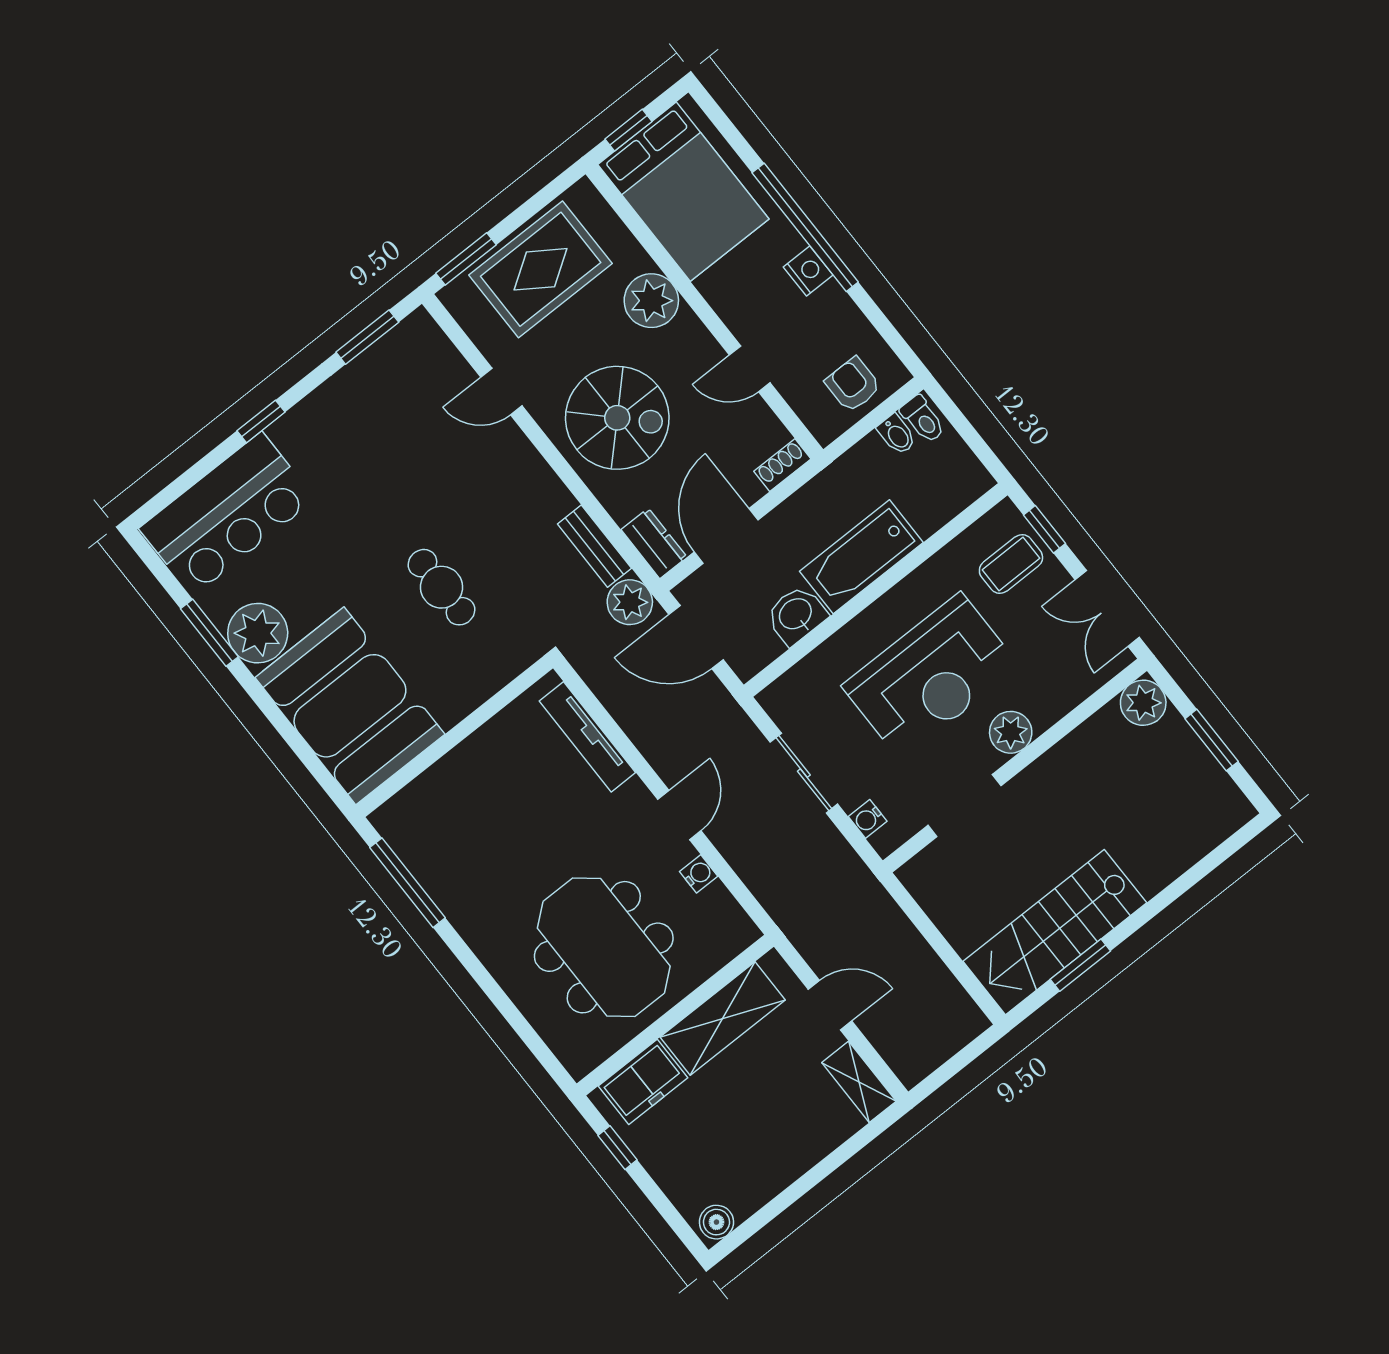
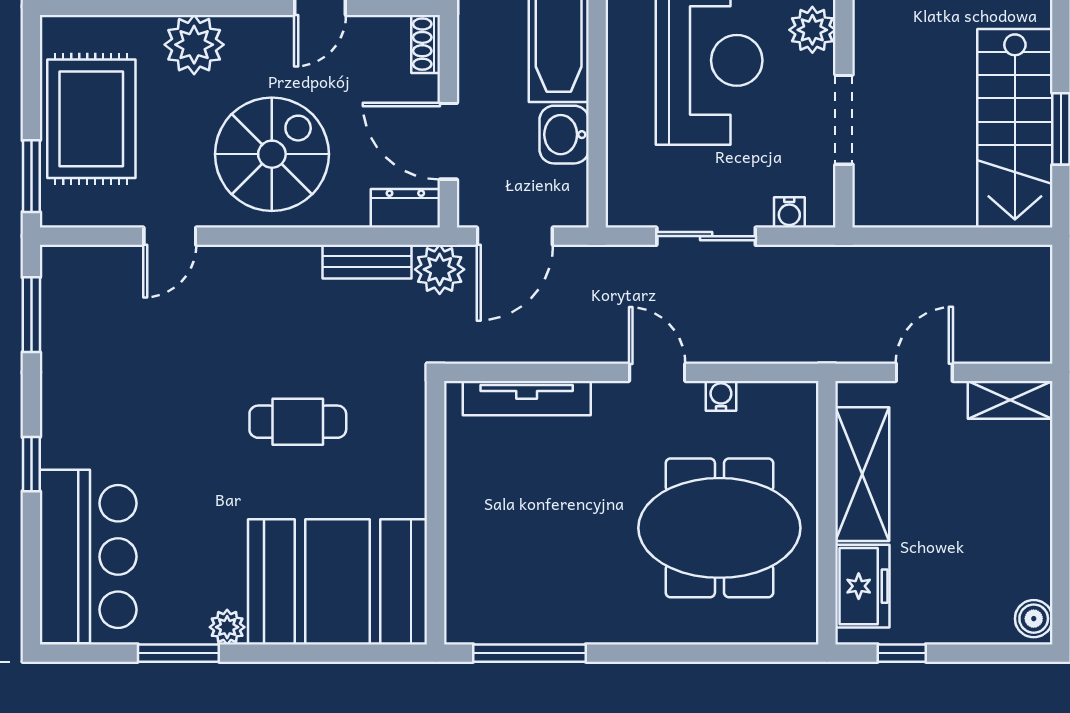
plant: (258, 633) -> (227, 627), width x0.53, depth x0.53

